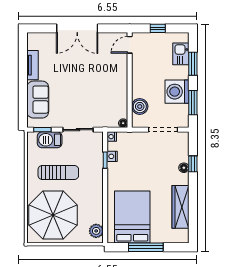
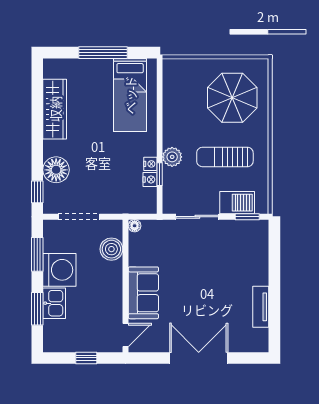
kitchen sink: (181, 54) -> (54, 303), moved
sofa: (38, 100) -> (143, 293), moved, turned 180
nightstand: (112, 137) -> (150, 164), moved
window: (193, 164) -> (37, 192), moved
floor lamp: (184, 168) -> (56, 170), width x1.89, depth x1.89
parasol: (53, 215) -> (232, 98), width x0.73, depth x0.73
bed: (132, 217) -> (130, 95), width x0.67
plant: (96, 231) -> (172, 157), moved

